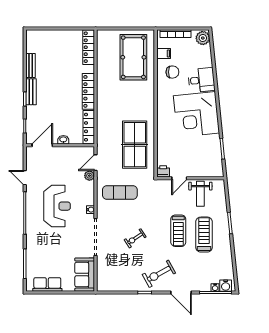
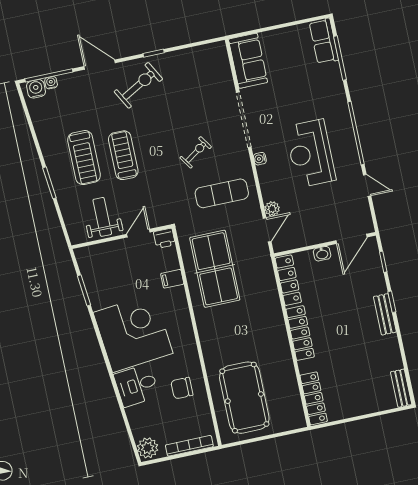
filing cabinet: (164, 54) -> (172, 279), moved
bench: (31, 66) -> (401, 388), moved
exercise bike: (135, 238) -> (196, 152), moved
row of seats: (47, 284) -> (324, 41), moved, turned 90

